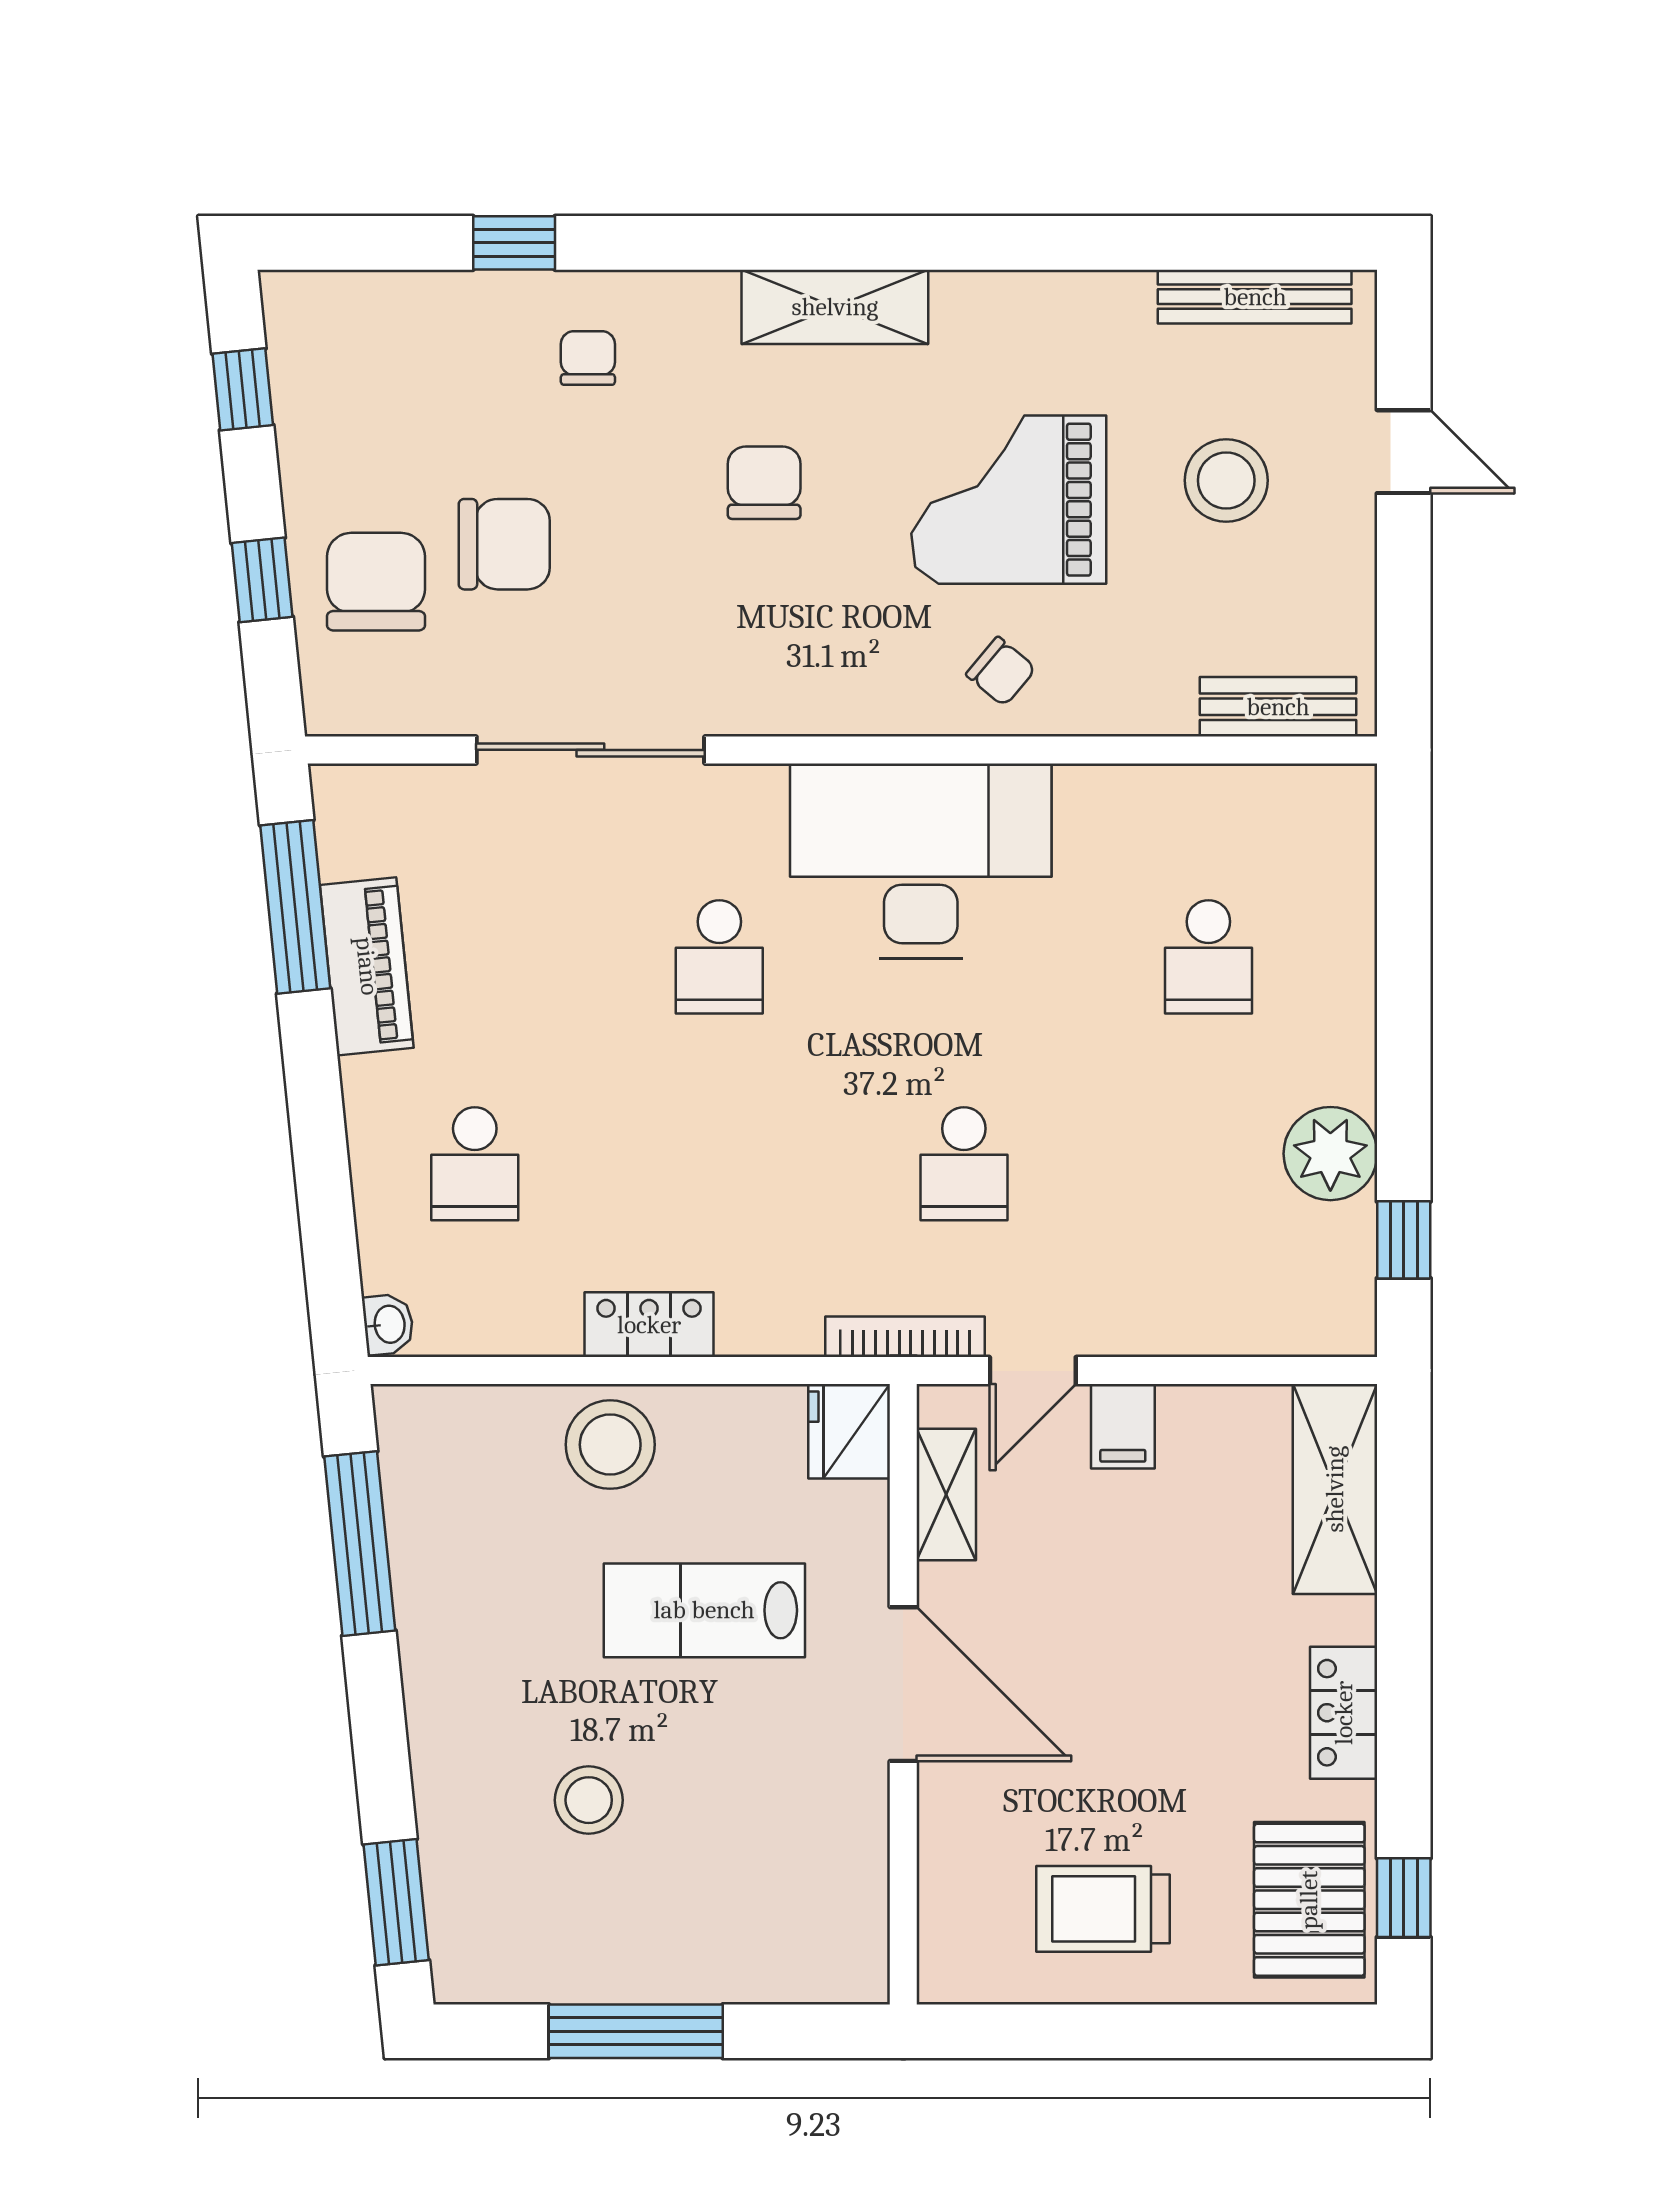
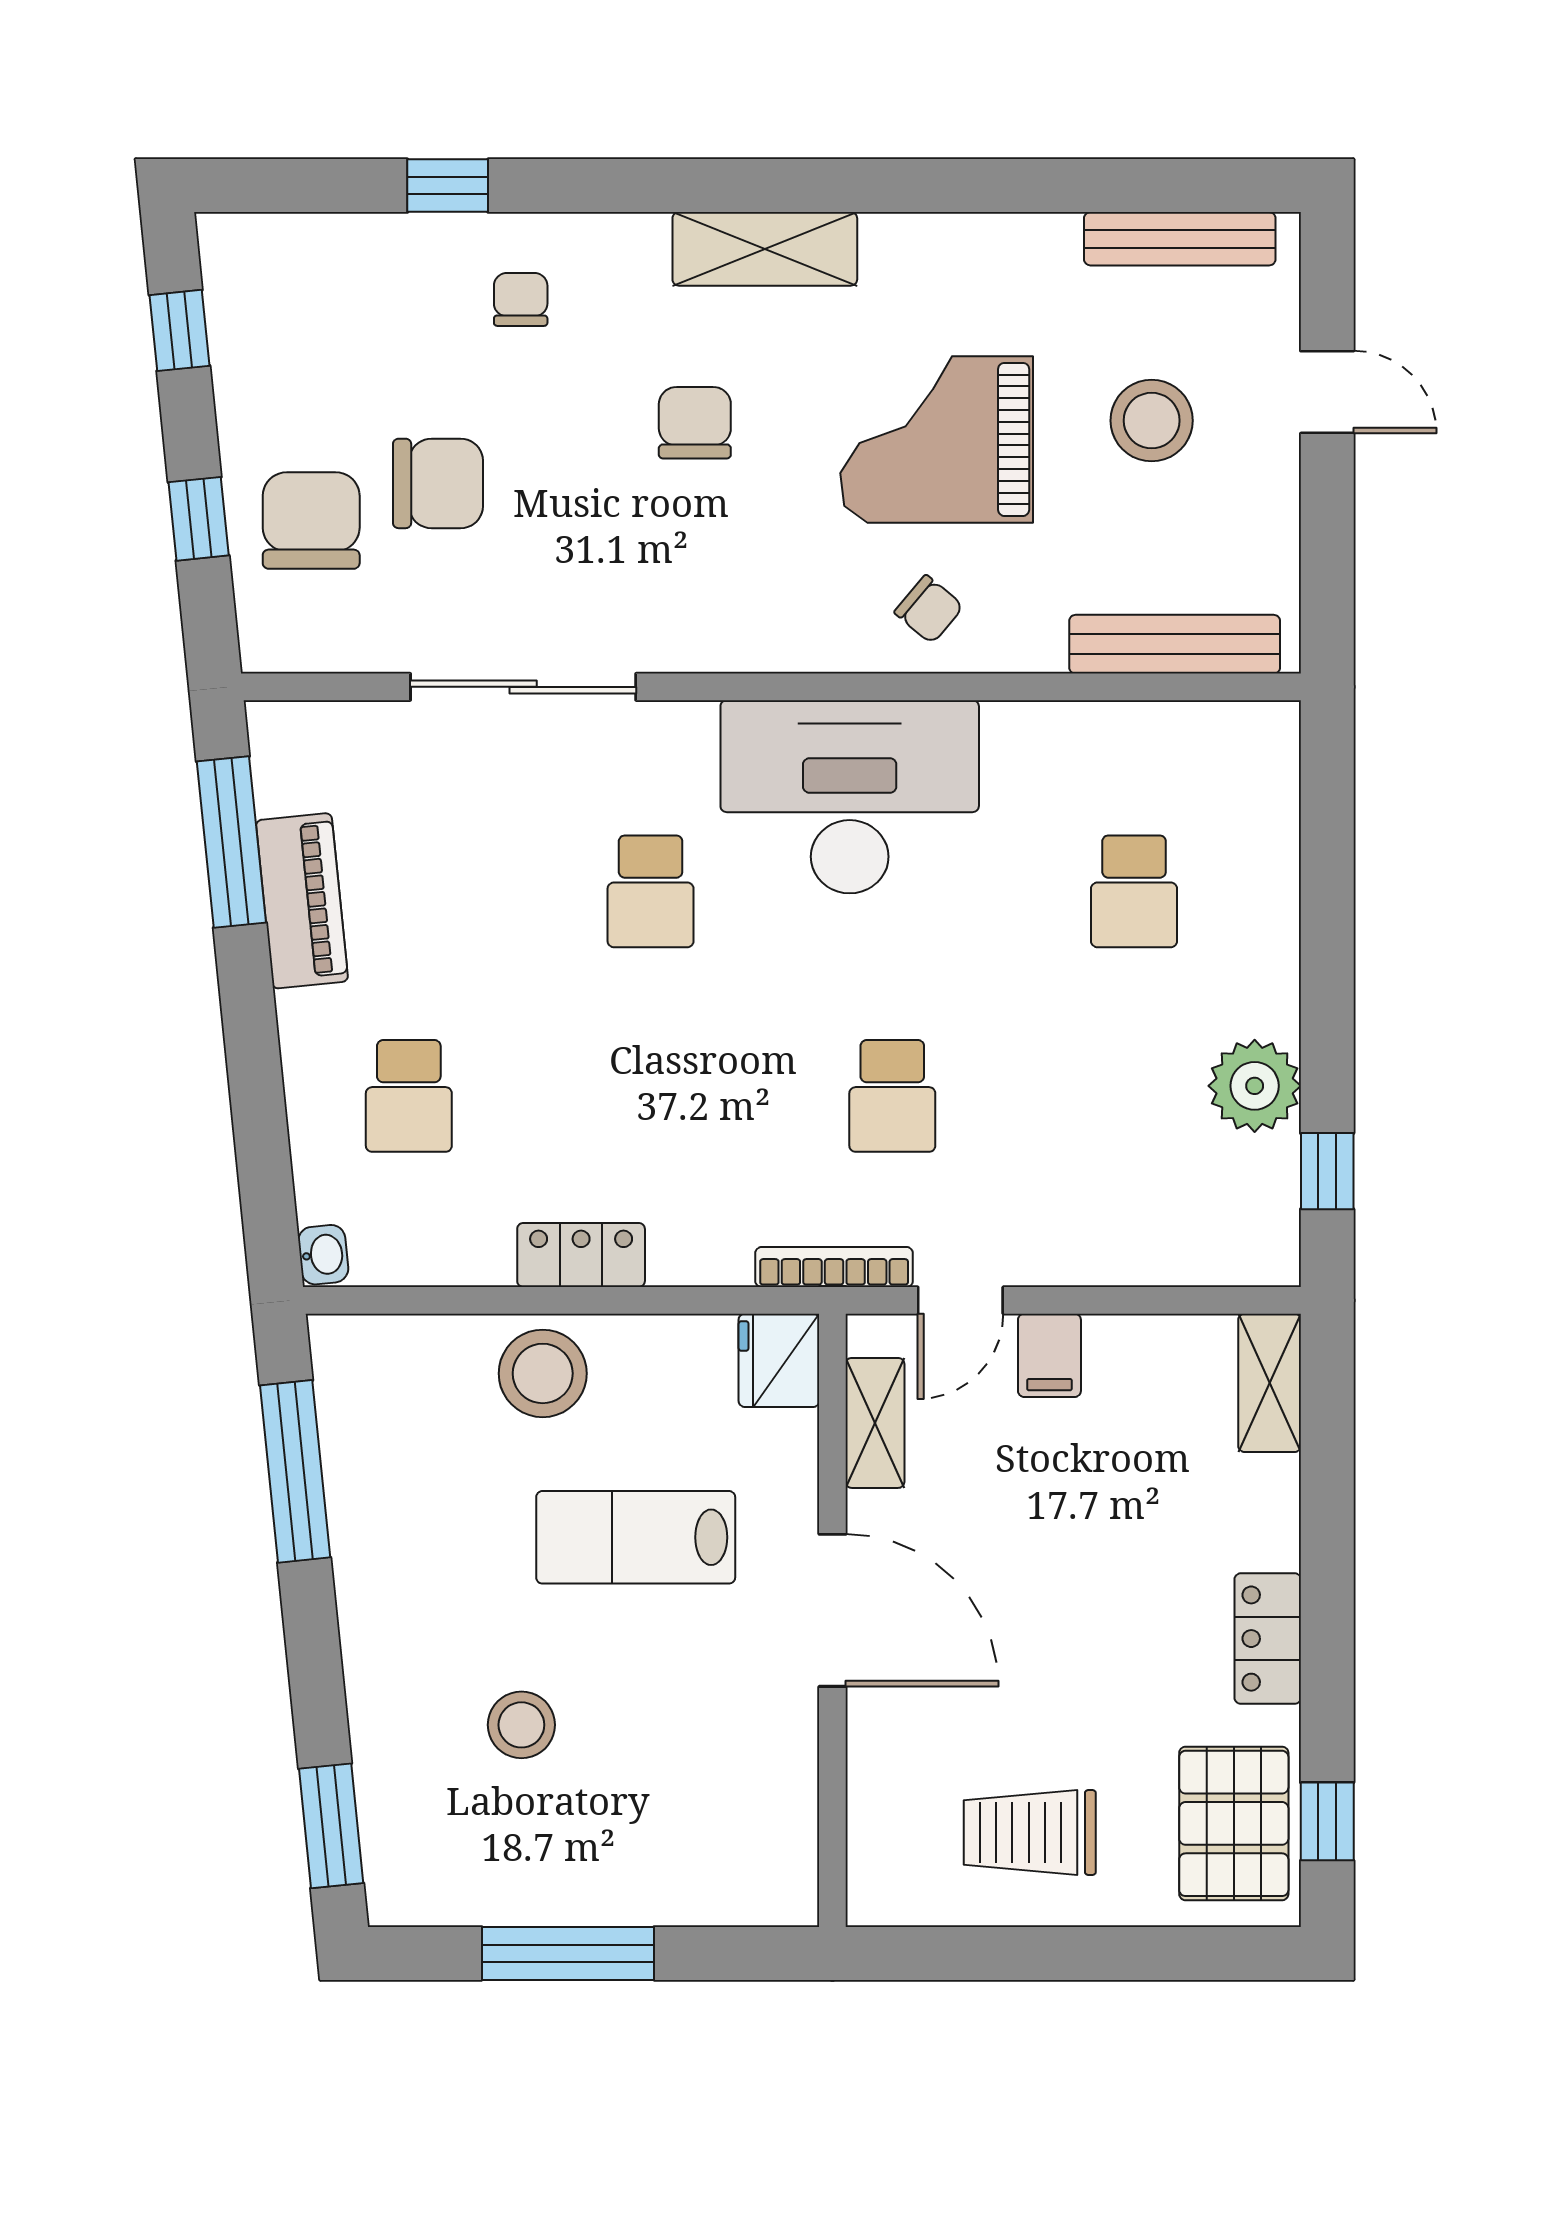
bench: (1278, 707) -> (1175, 644), width x1.36
shelving: (1335, 1489) -> (1270, 1383), width x0.67, depth x0.75

